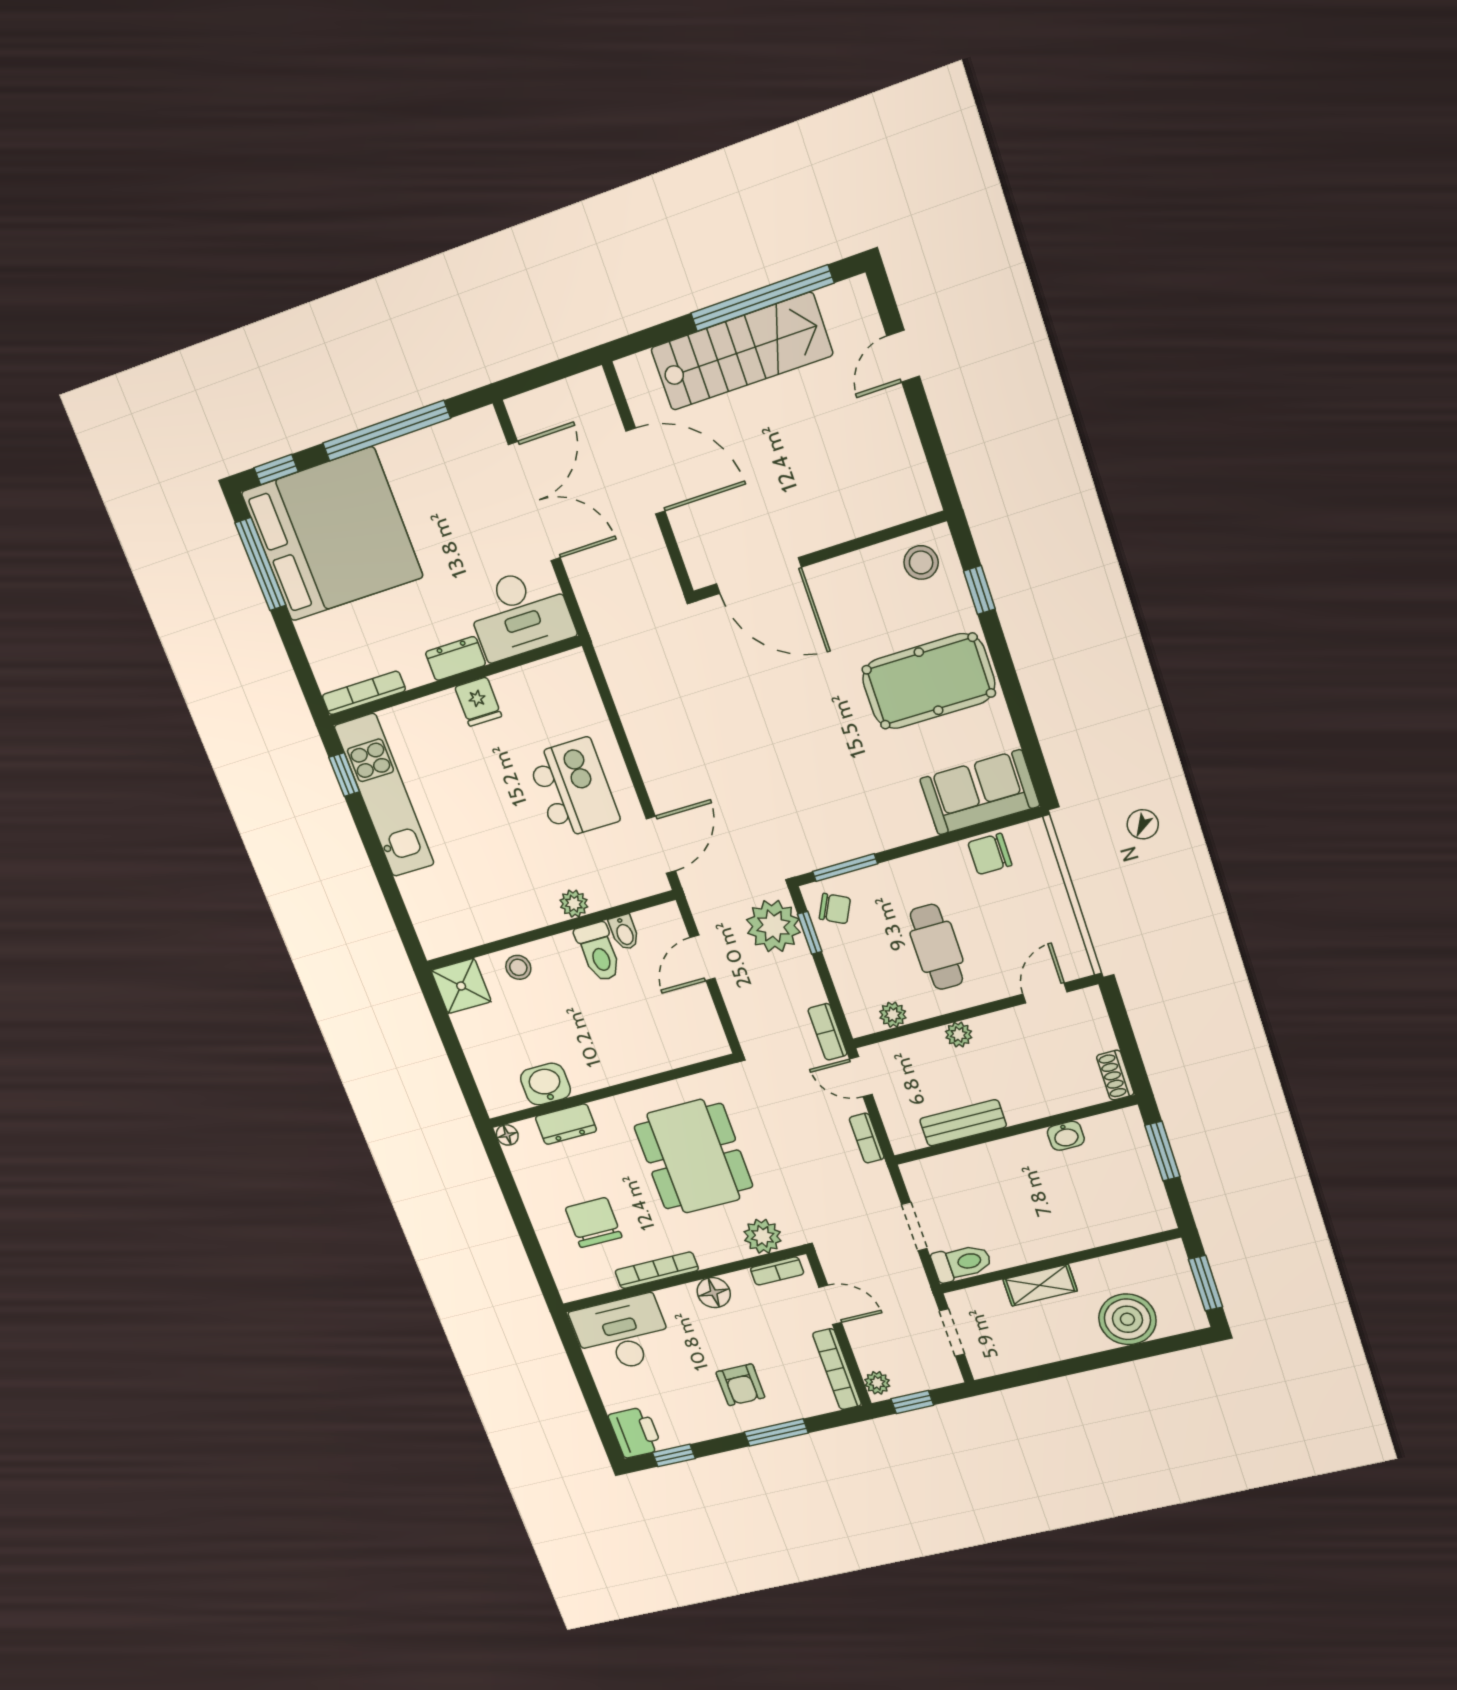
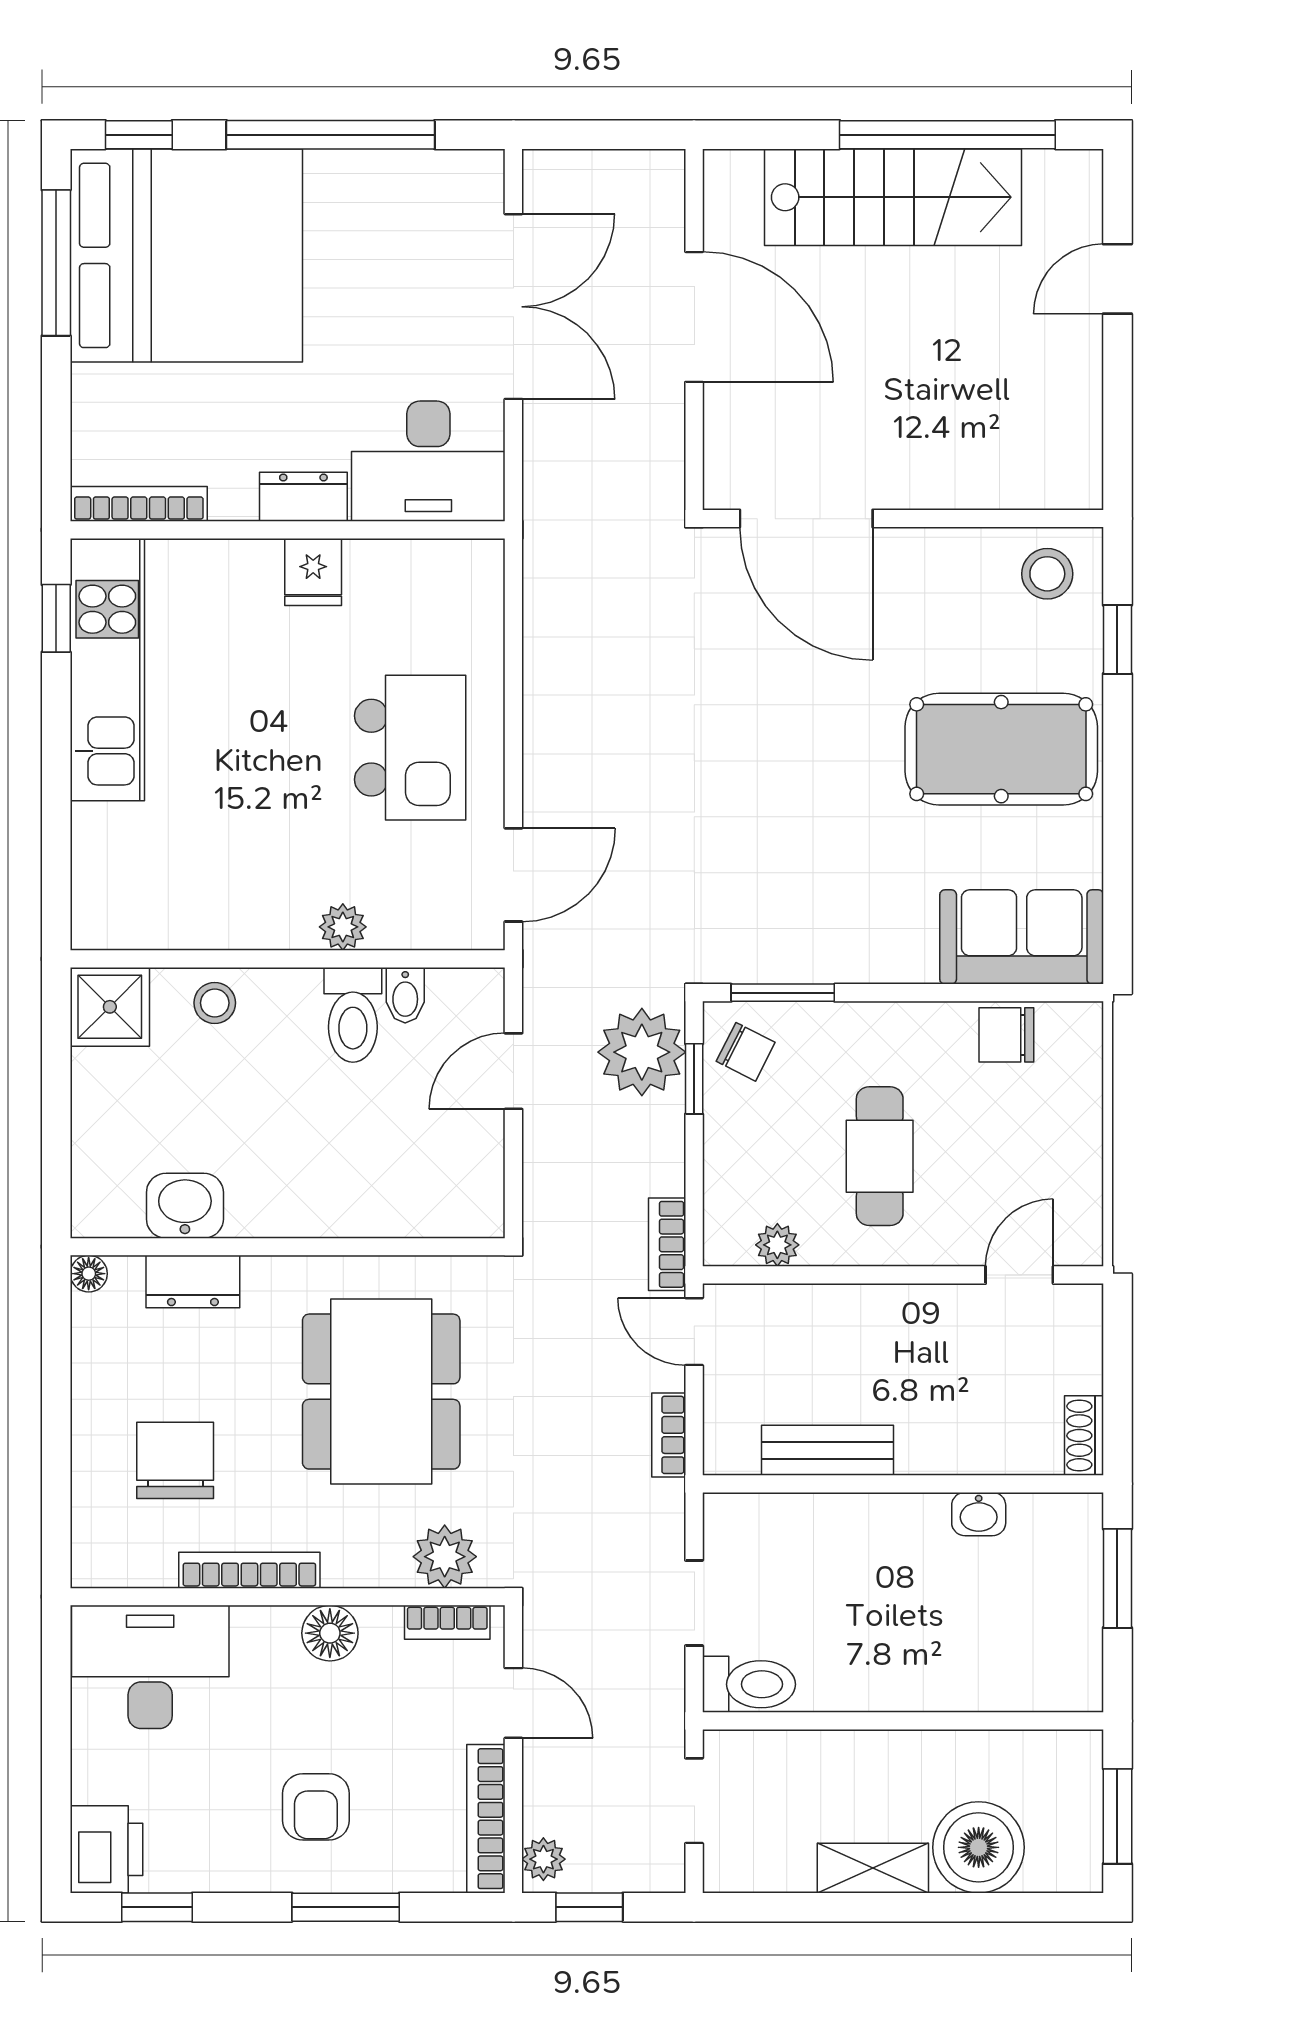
plant: (959, 1035) -> (868, 1305), removed
shelving: (1040, 1285) -> (873, 1868), moved

